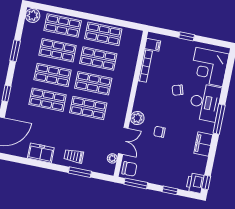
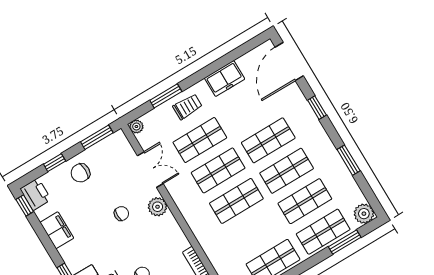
window: (56, 10) -> (345, 242), added
shop shelf: (98, 59) -> (200, 140), moved
double door: (123, 141) -> (150, 170), swing flipped
filing cabinet: (203, 144) -> (57, 230), moved
plant: (112, 158) -> (136, 127), moved
chair: (129, 169) -> (80, 173), moved

